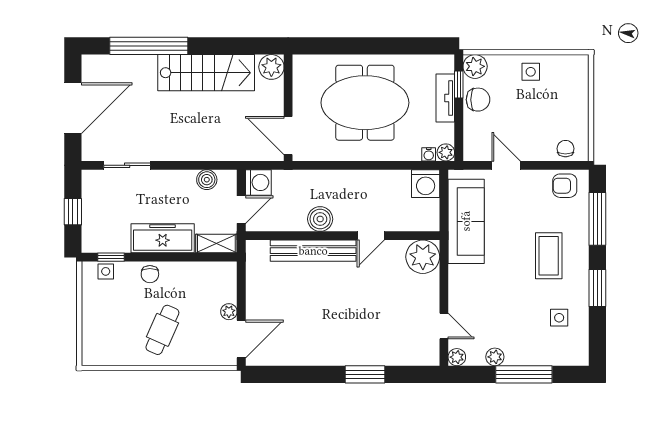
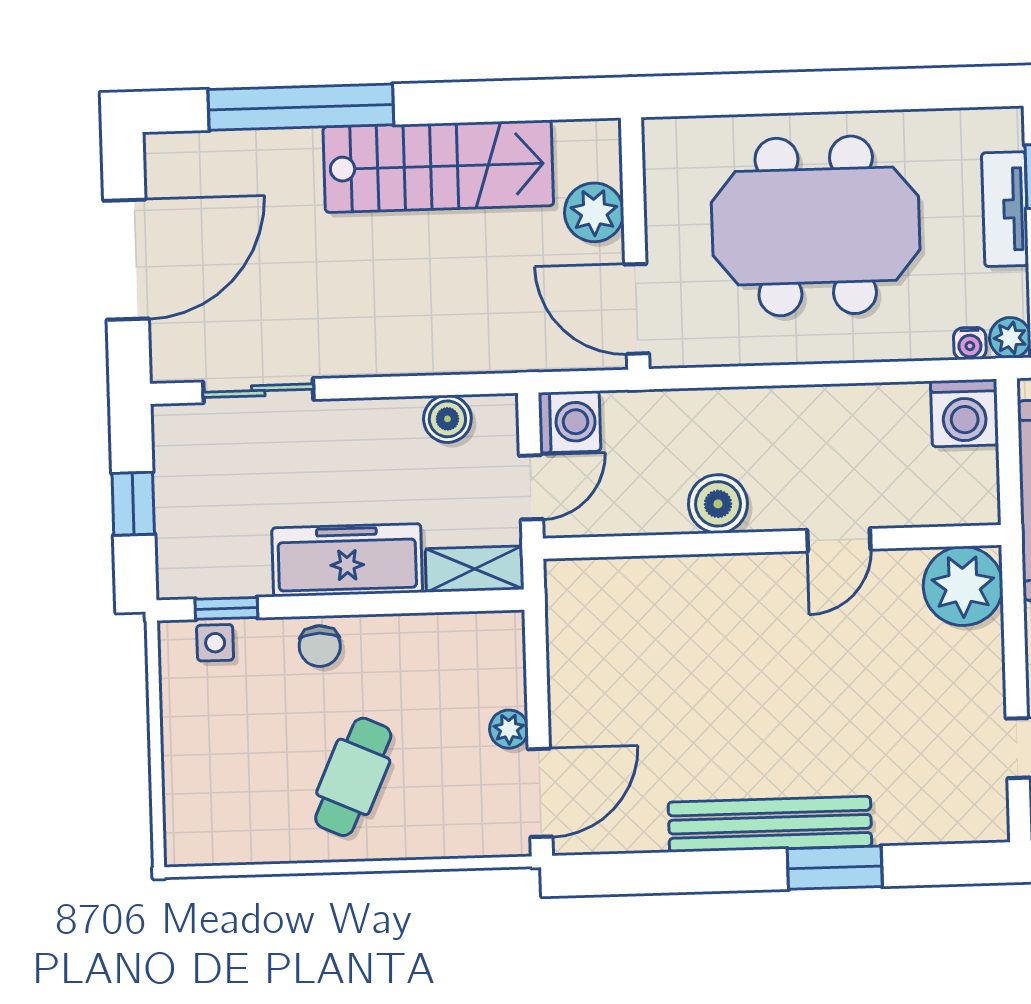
plant: (271, 67) -> (594, 212), moved
bench: (313, 251) -> (770, 824), moved

